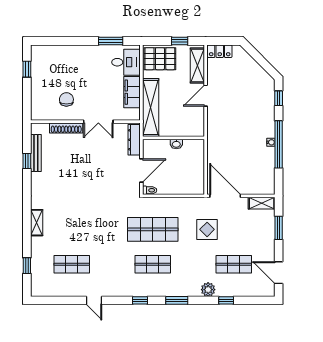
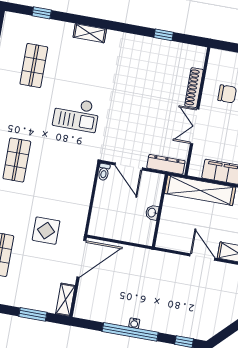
bench: (36, 153) -> (171, 47), removed
checkout: (106, 222) -> (76, 114), added
shop shelf: (153, 229) -> (58, 167), removed

